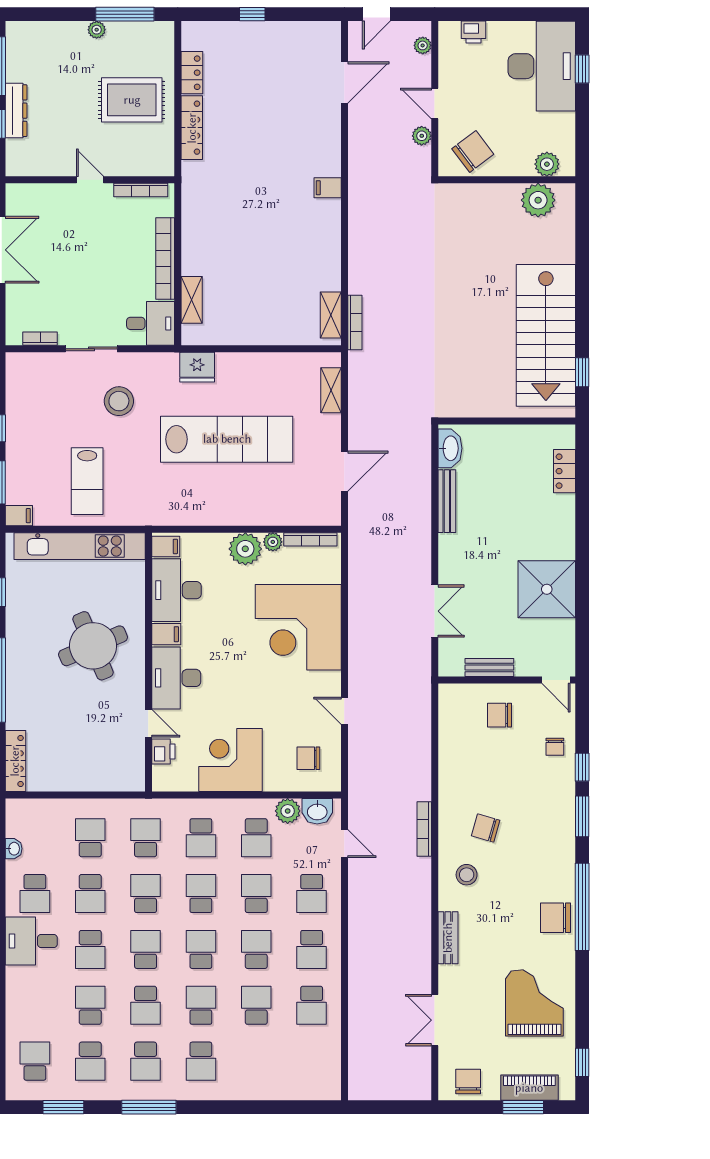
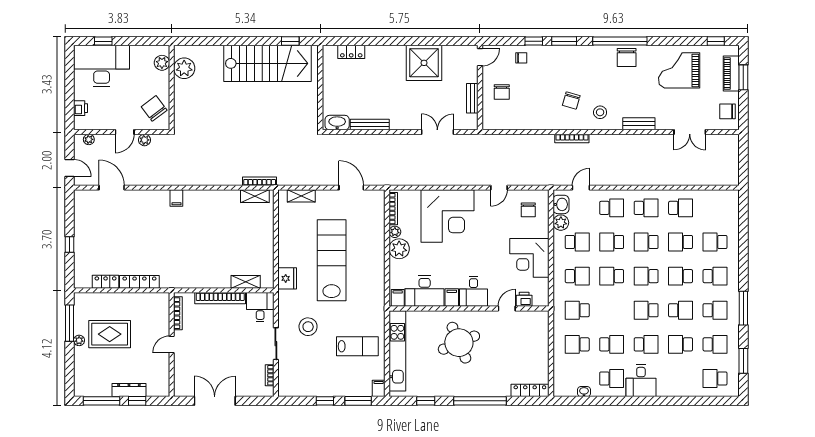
rug: (132, 100) -> (110, 334), moved, turned 90
desk: (176, 678) -> (474, 291), width x0.73
school desk: (146, 894) -> (715, 242), moved

